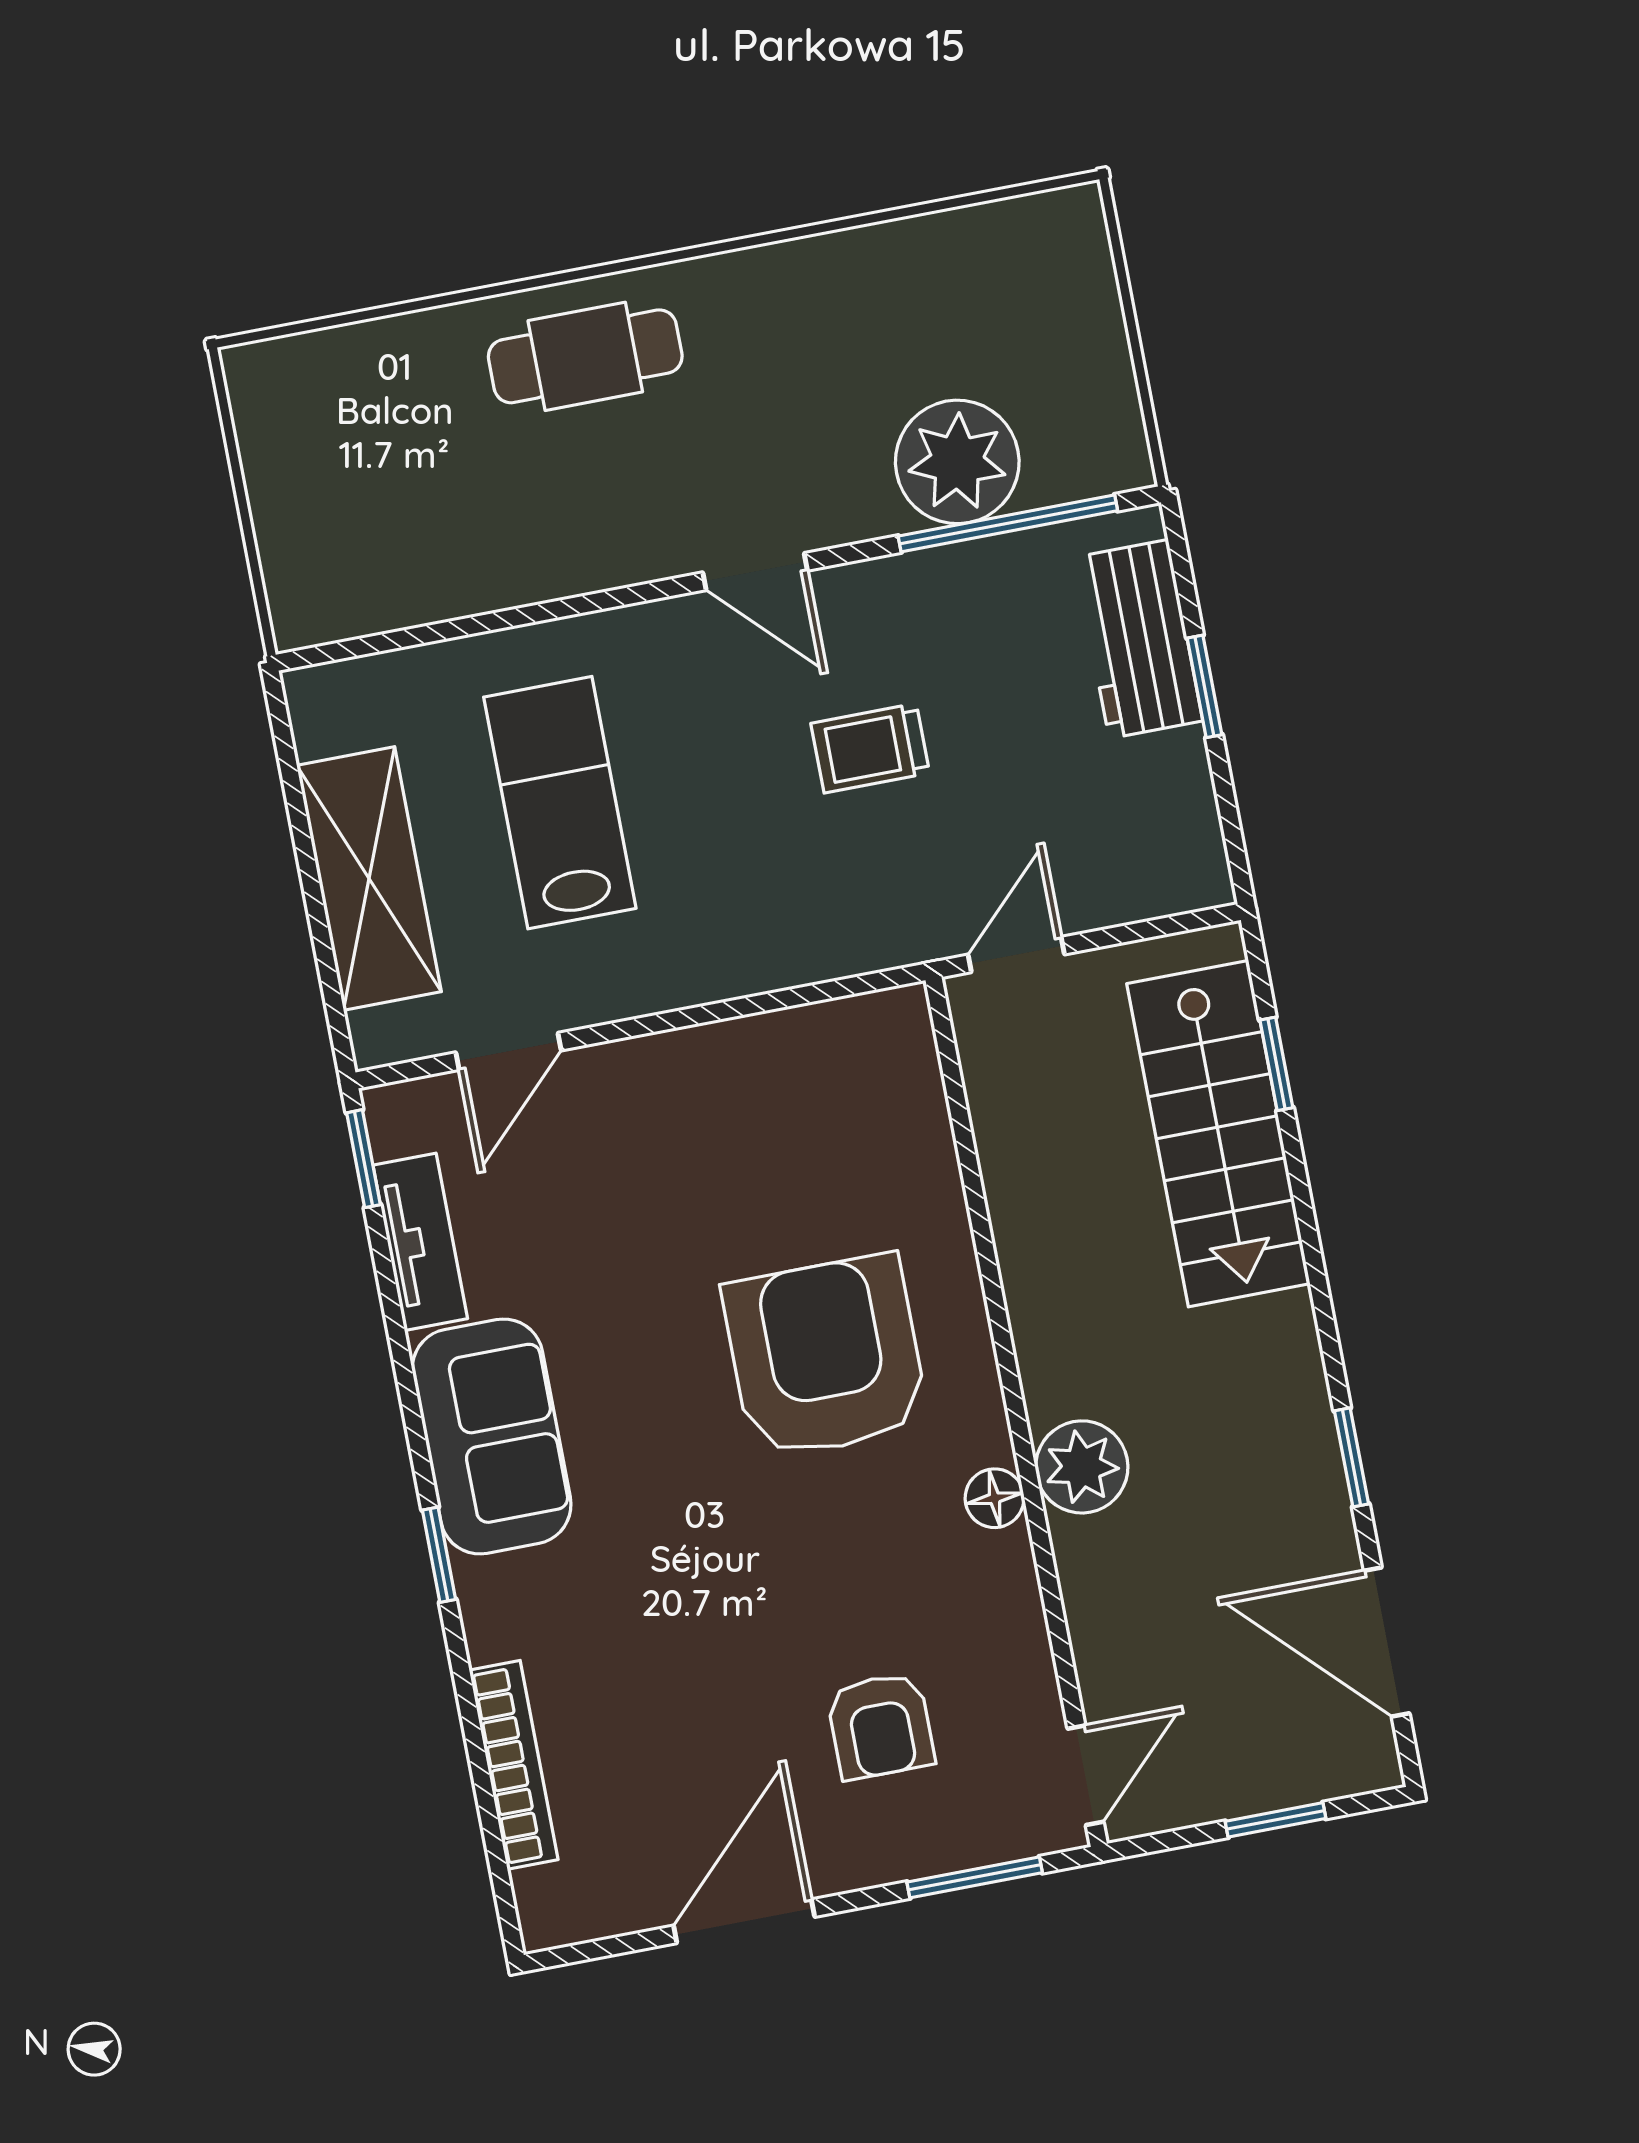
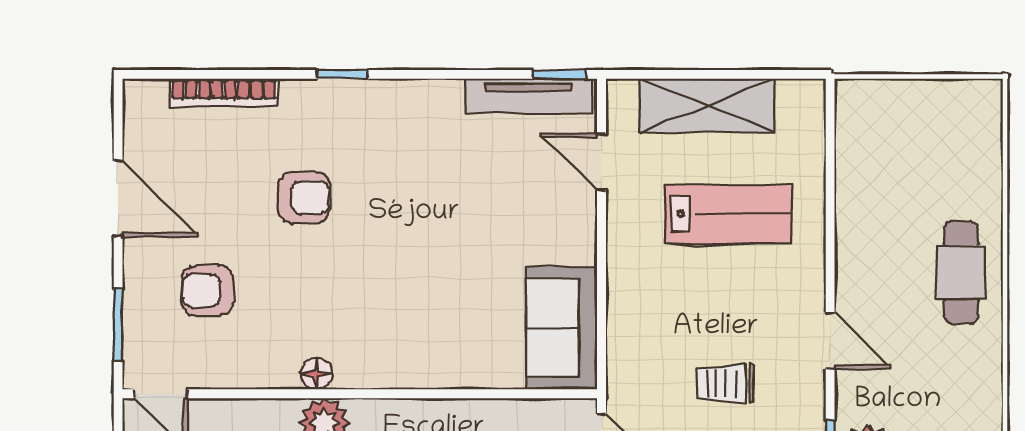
door: (755, 572) -> (830, 340), swing flipped
trolley: (870, 748) -> (725, 384), turned -90
tv unit: (420, 1242) -> (528, 96), width x1.41
armchair: (826, 1357) -> (304, 198), moved, width x0.53, depth x0.53
sofa: (492, 1436) -> (562, 328), moved, turned 90

